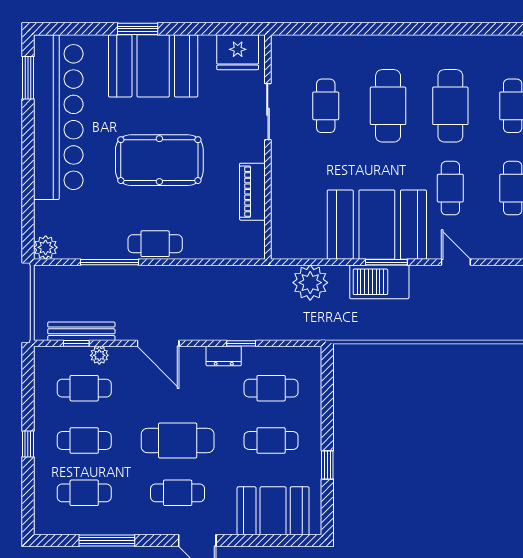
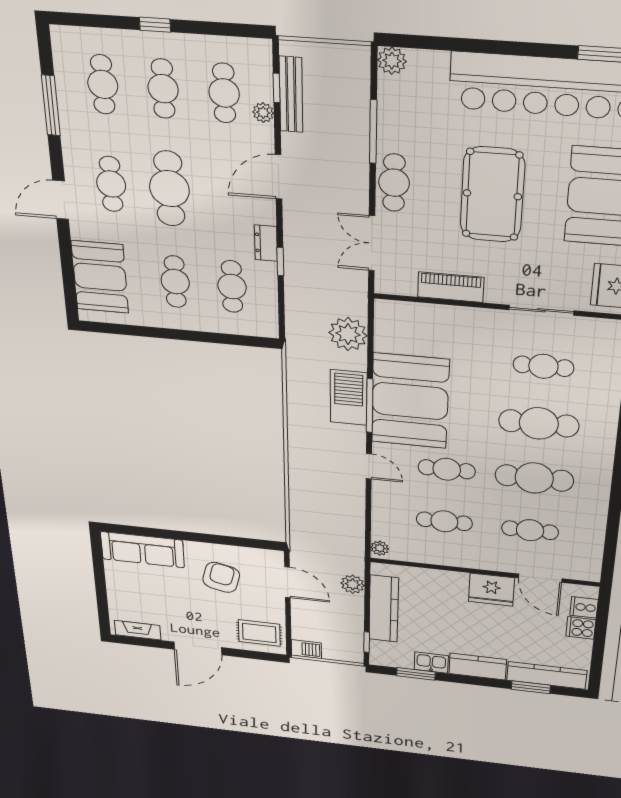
double door: (215, 262) -> (372, 243), added
window: (386, 262) -> (370, 406), width x1.44
door: (456, 262) -> (369, 466), hinge flipped
window: (327, 465) -> (153, 332), removed

